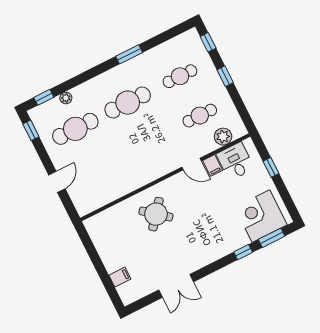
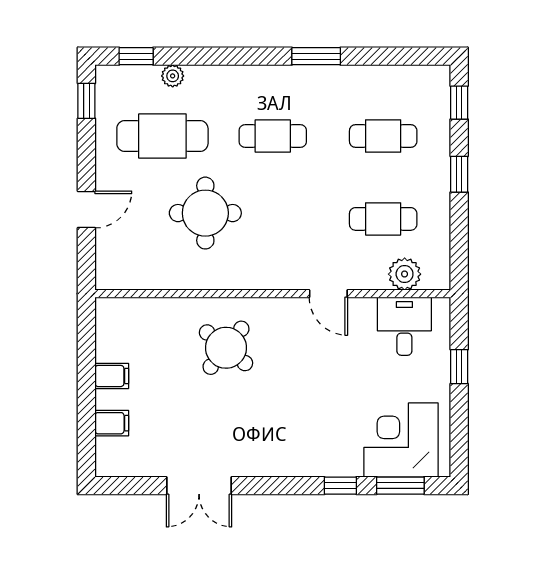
cafe table: (128, 103) -> (273, 136), width x0.73, depth x0.74
round table: (114, 155) -> (205, 213), added
filing cabinet: (213, 165) -> (112, 376), moved, turned -90

